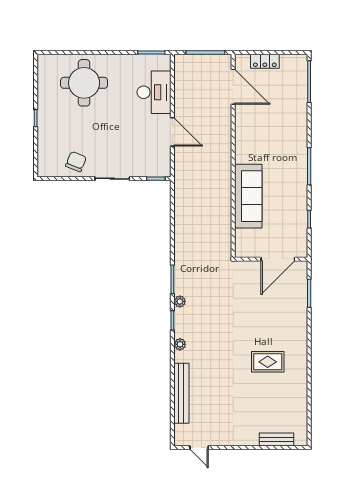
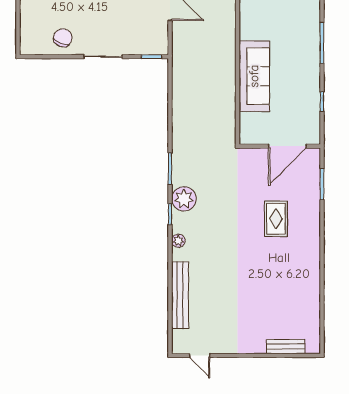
plant: (180, 301) -> (184, 199), width x1.88, depth x1.88
rug: (268, 362) -> (276, 219), moved, turned 90

